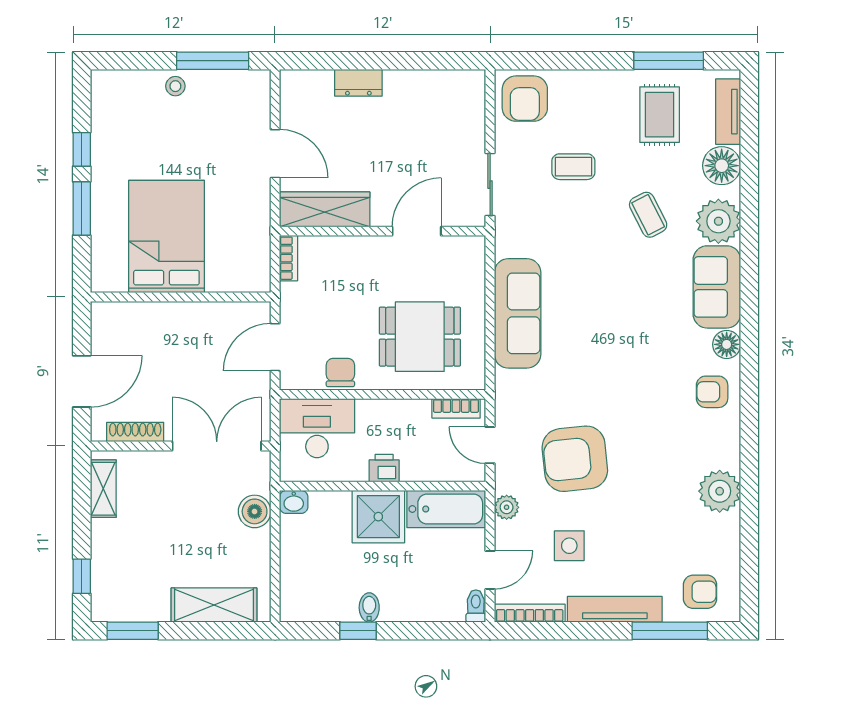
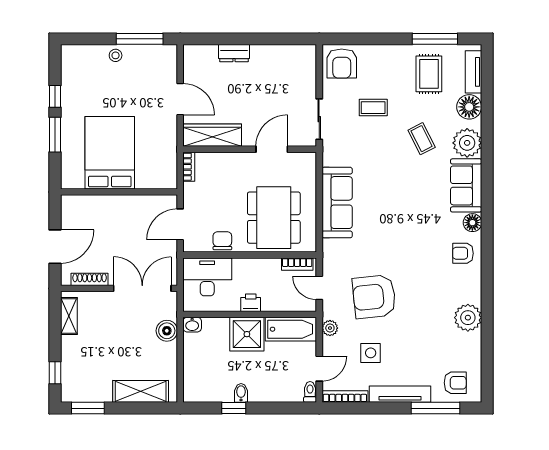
dining table: (420, 337) -> (274, 218), width x1.38

